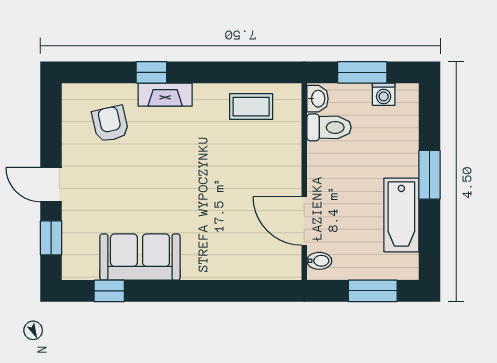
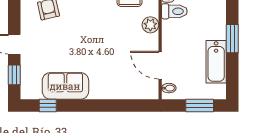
plant: (287, 151) -> (150, 25), added

